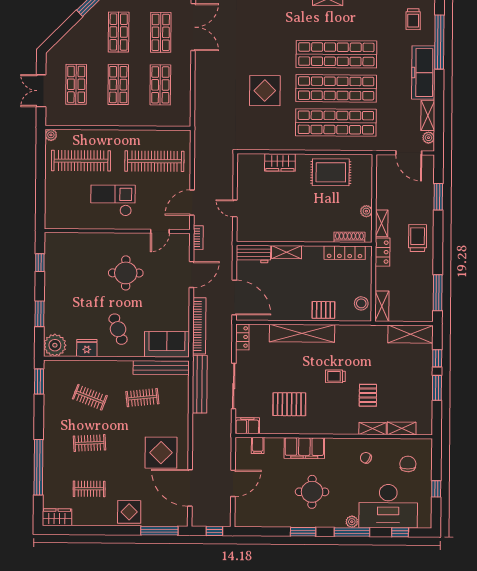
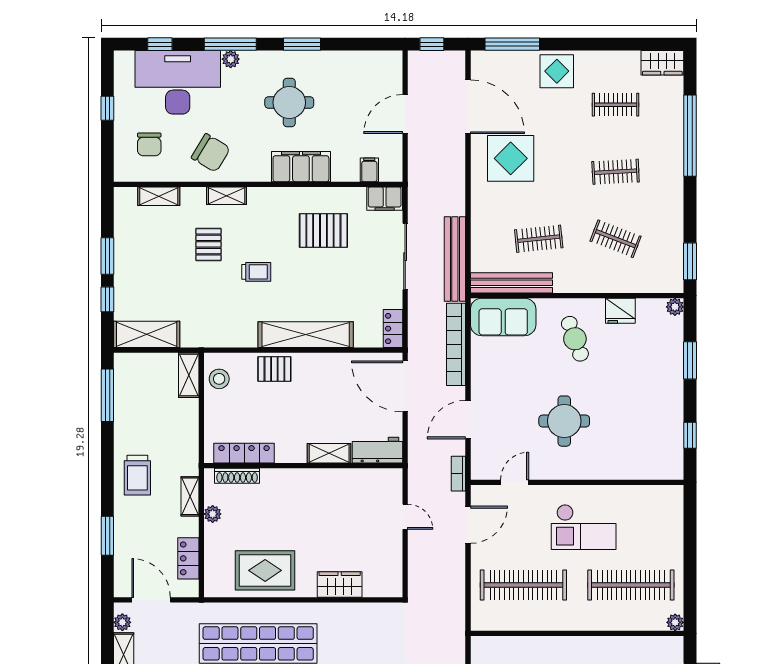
locker: (383, 252) -> (188, 558), moved
plant: (55, 345) -> (675, 307), width x0.53, depth x0.53
shelving: (373, 429) -> (227, 196), moved
chair: (366, 458) -> (211, 153), width x1.87, depth x1.87

